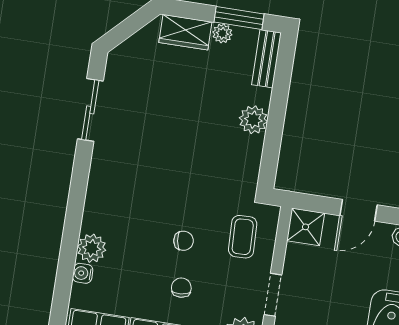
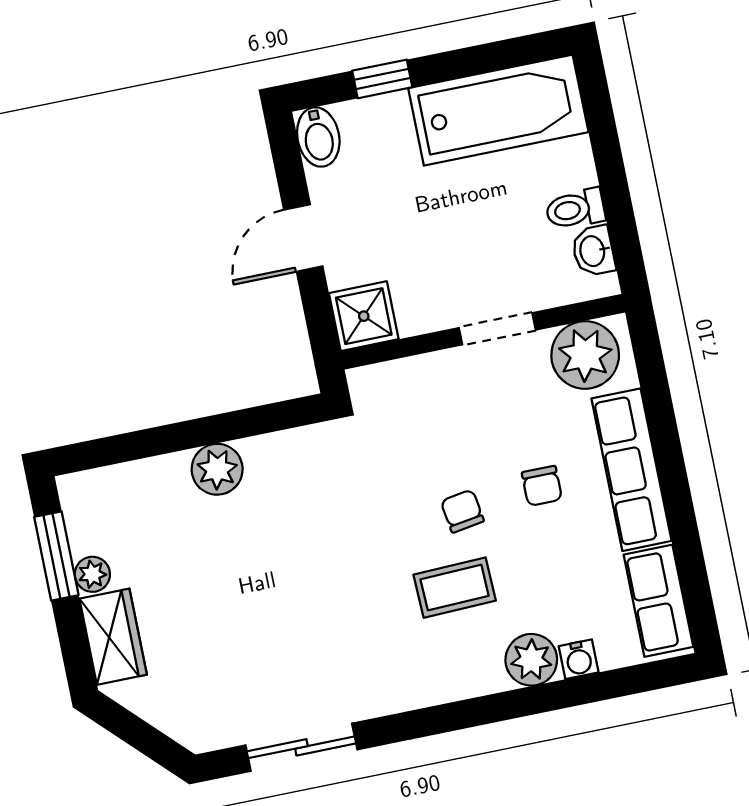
bench: (266, 59) -> (107, 485), removed
door: (359, 210) -> (303, 238), swing flipped
coffee table: (243, 237) -> (455, 588), moved
chair: (181, 288) -> (542, 486), turned -85

